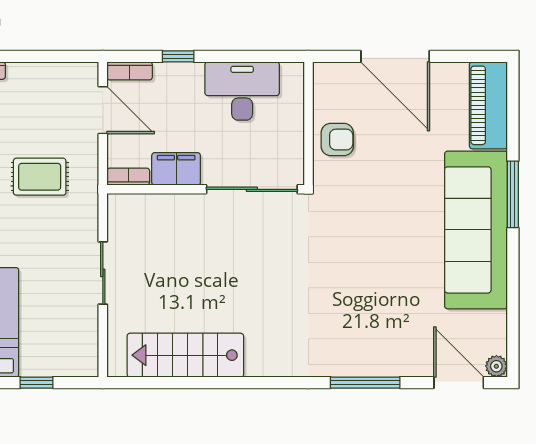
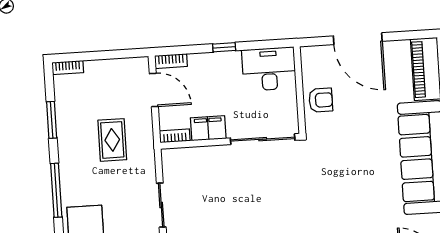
window: (178, 56) -> (224, 47), moved
desk: (242, 91) -> (269, 69), moved
rug: (40, 177) -> (112, 140), turned 90

